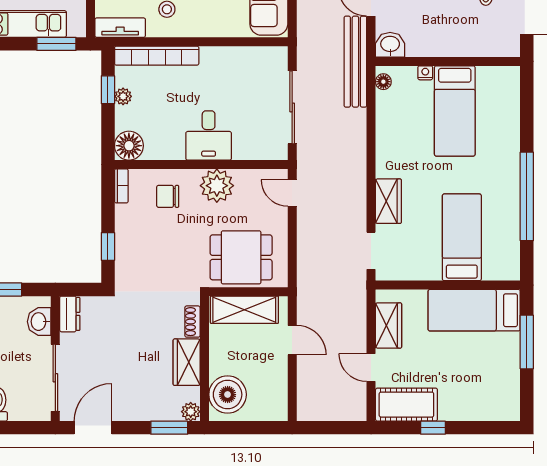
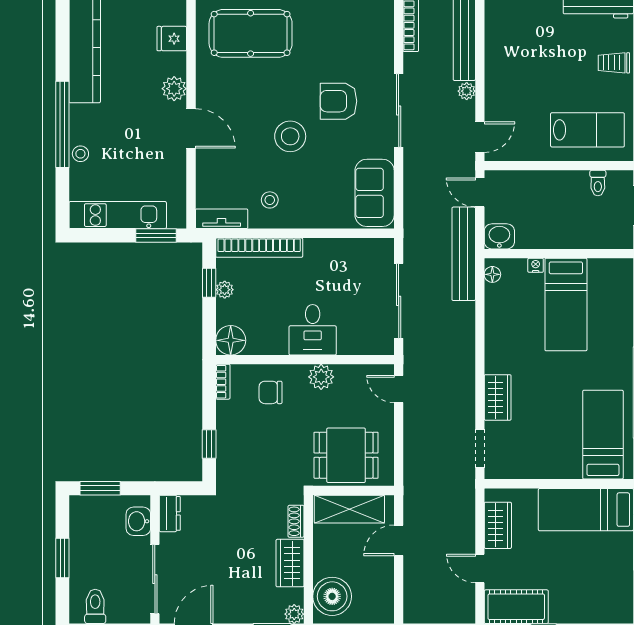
plant: (217, 186) -> (321, 377), width x0.73, depth x0.73
bed: (462, 237) -> (603, 435), moved
door: (292, 340) -> (399, 540), swing flipped

